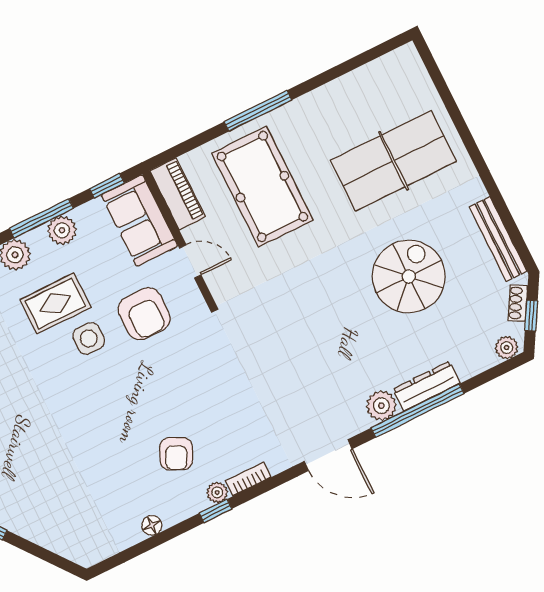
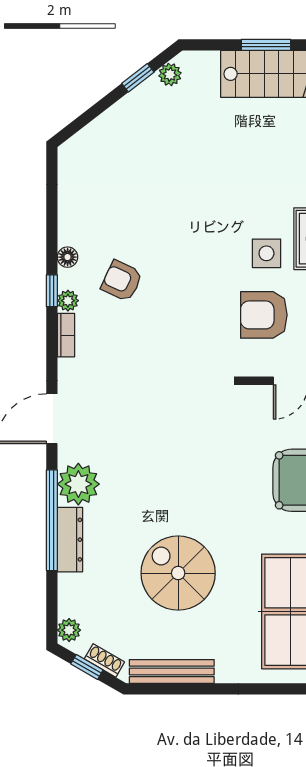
spiral stairs: (409, 276) -> (178, 573), turned 180
plant: (381, 406) -> (78, 484), width x1.36, depth x1.36
floor lamp: (152, 525) -> (68, 257), moved

